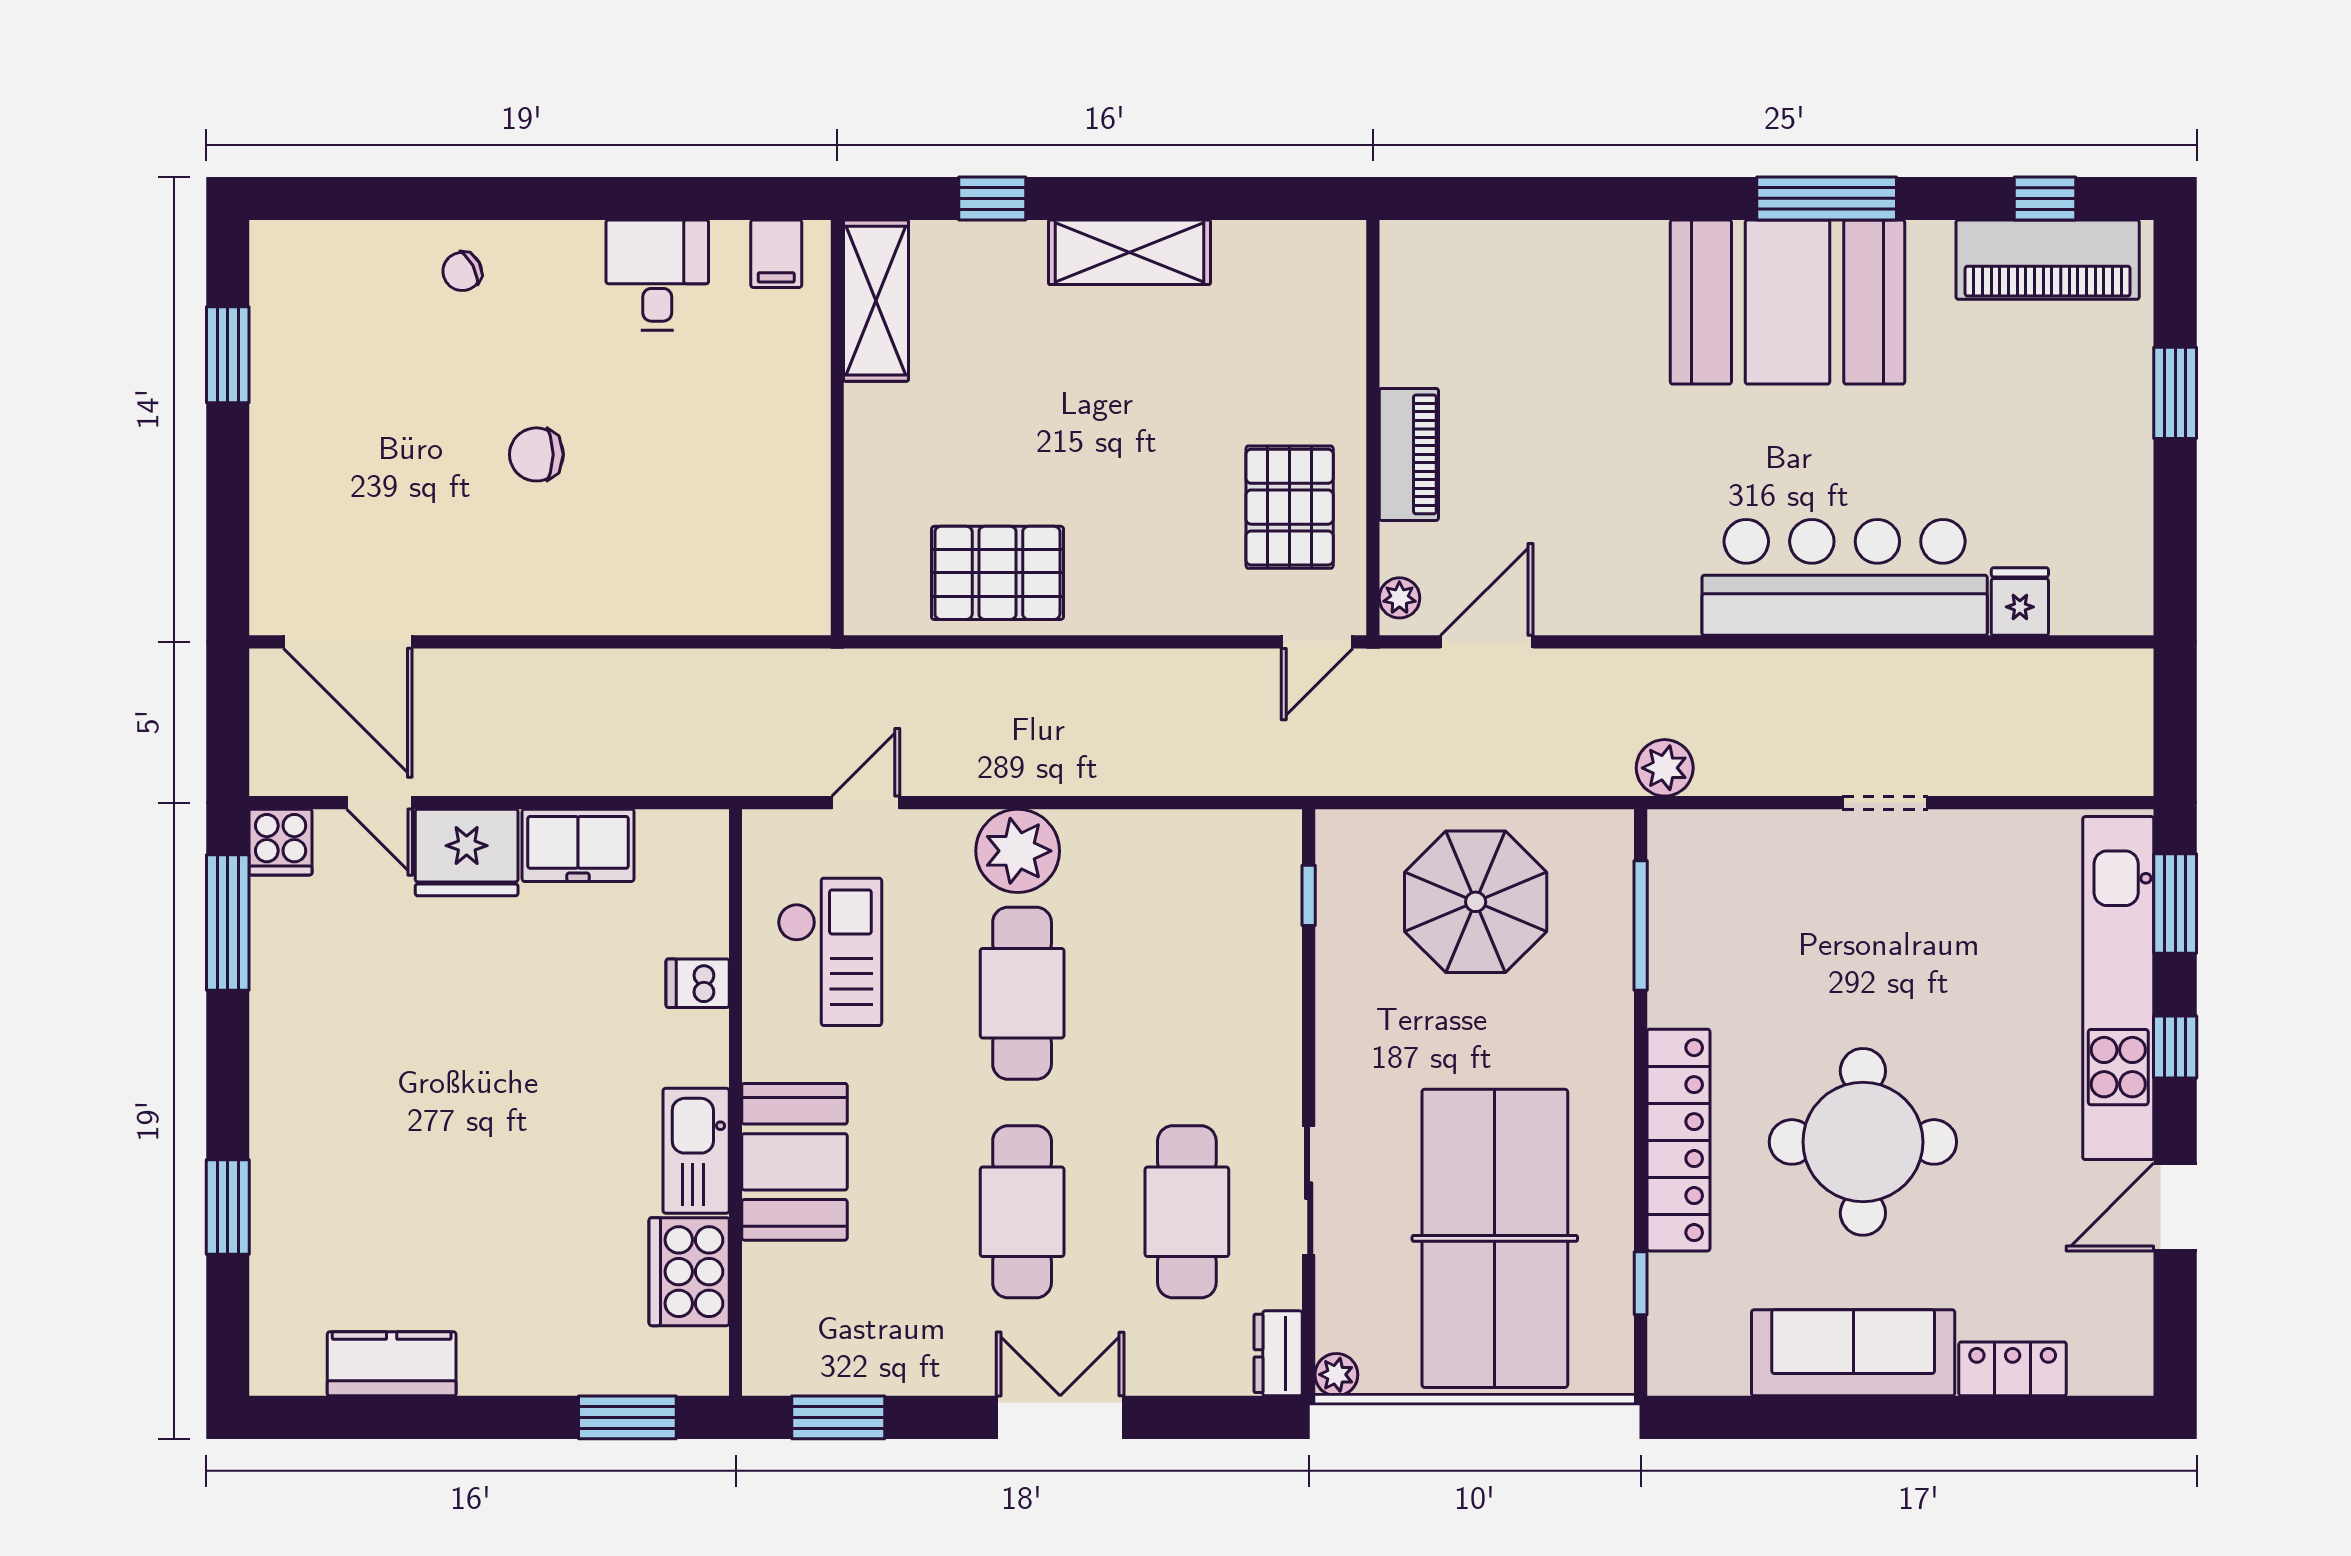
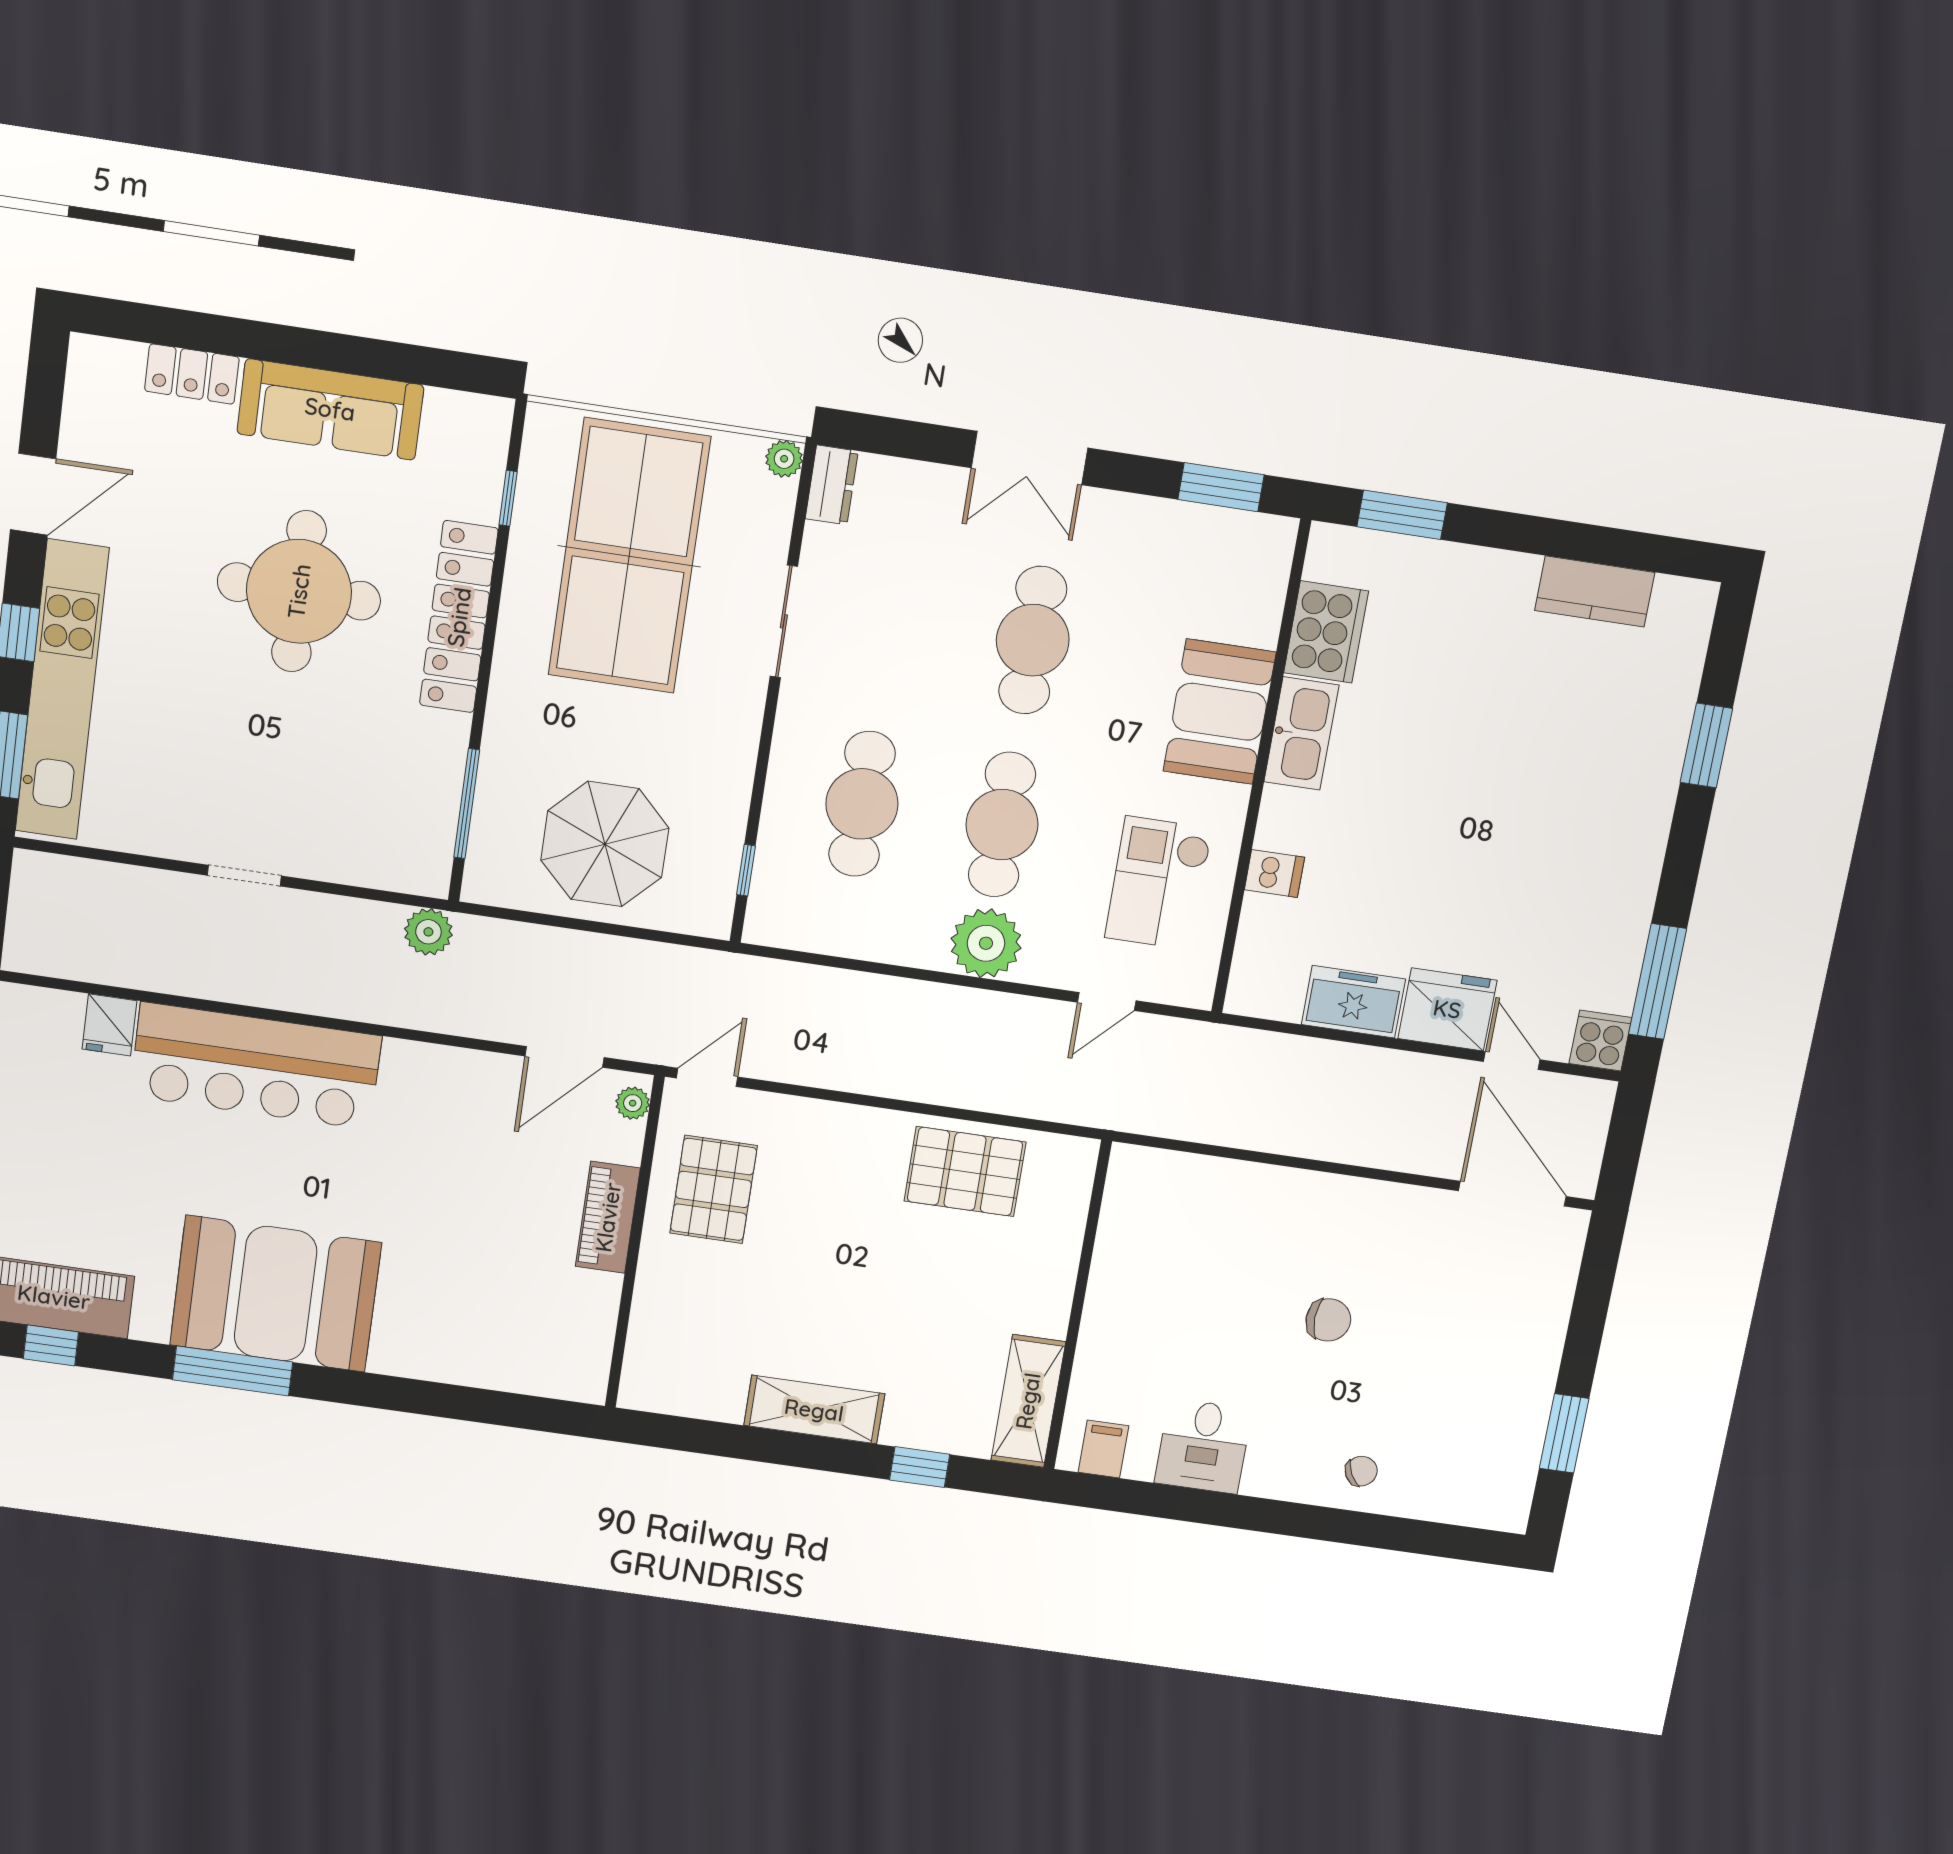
cafe table: (1187, 1212) -> (862, 804), moved

